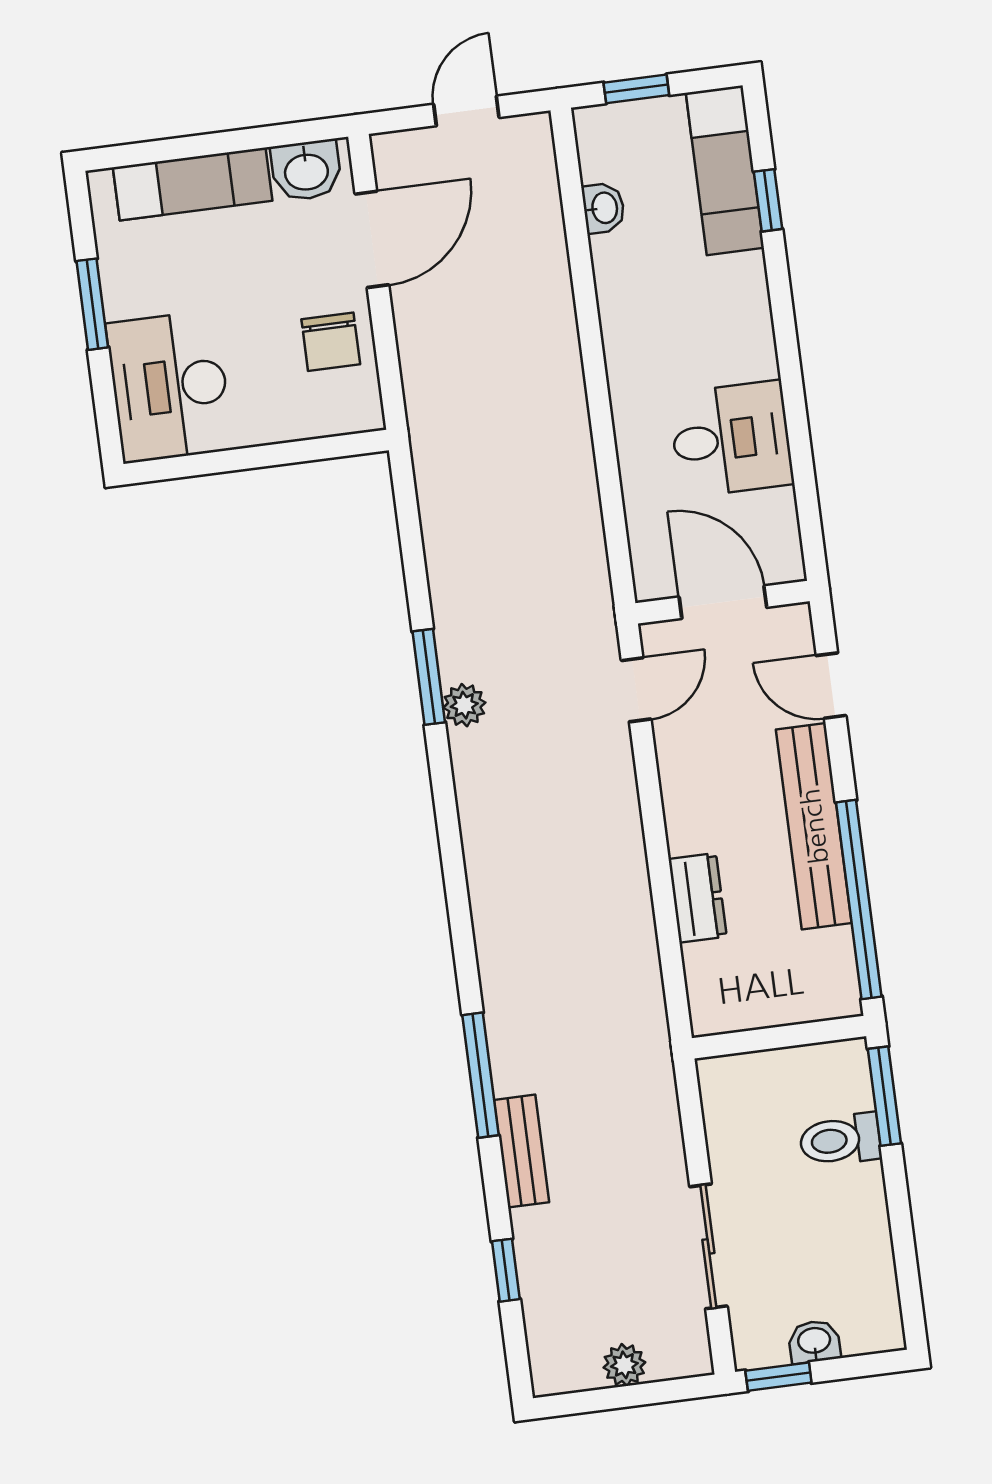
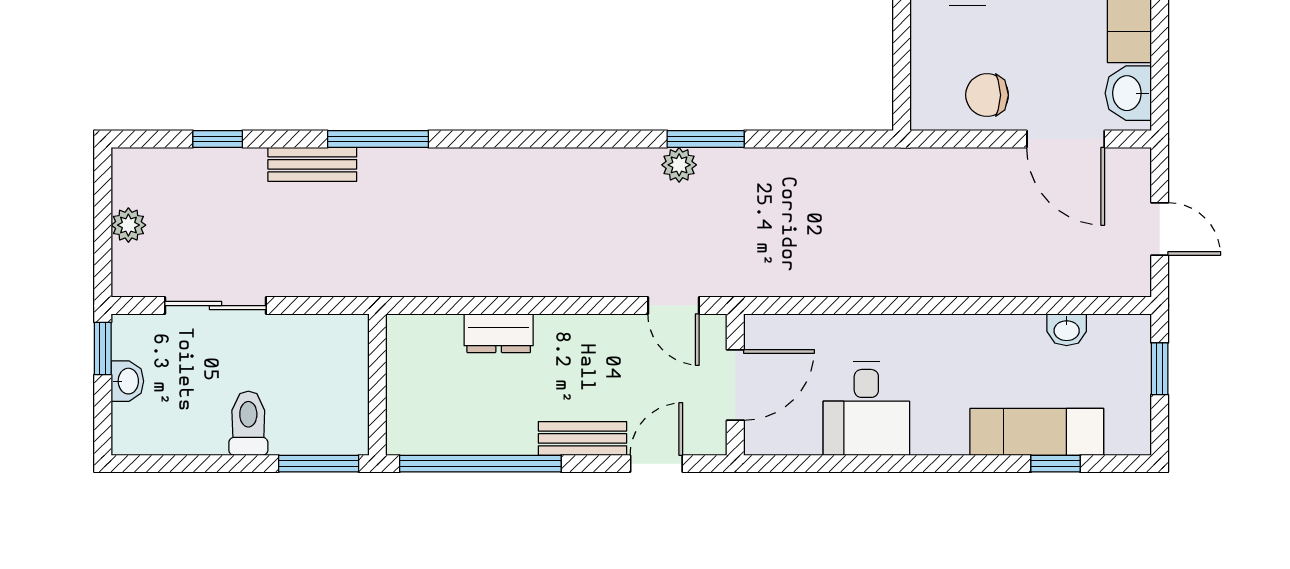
exam couch: (725, 170) -> (1037, 432), moved
bench: (814, 826) -> (582, 438), width x0.54, depth x0.82
toilet: (840, 1140) -> (248, 423), moved

